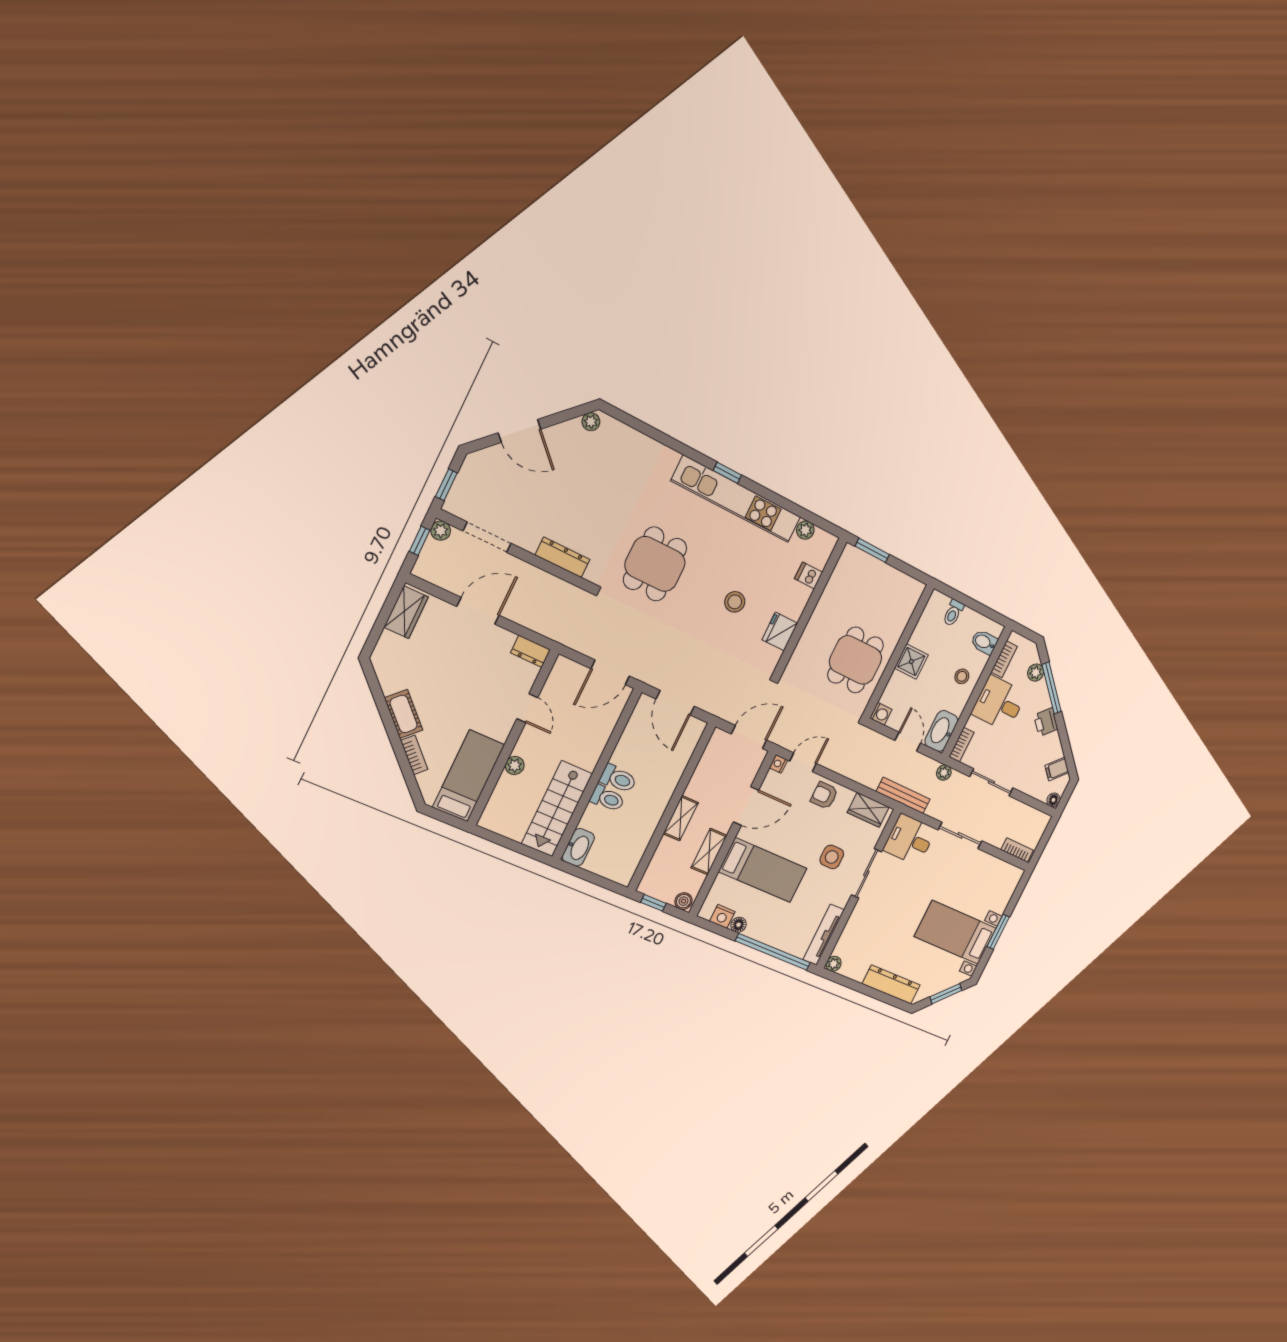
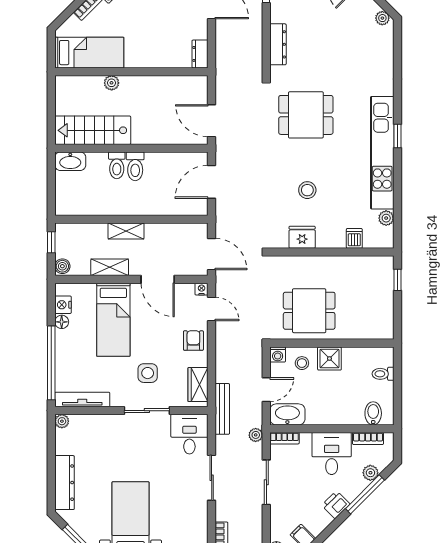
window: (872, 550) -> (397, 280), width x0.67
stool: (962, 676) -> (302, 363), moved
door: (527, 708) -> (158, 72), removed

